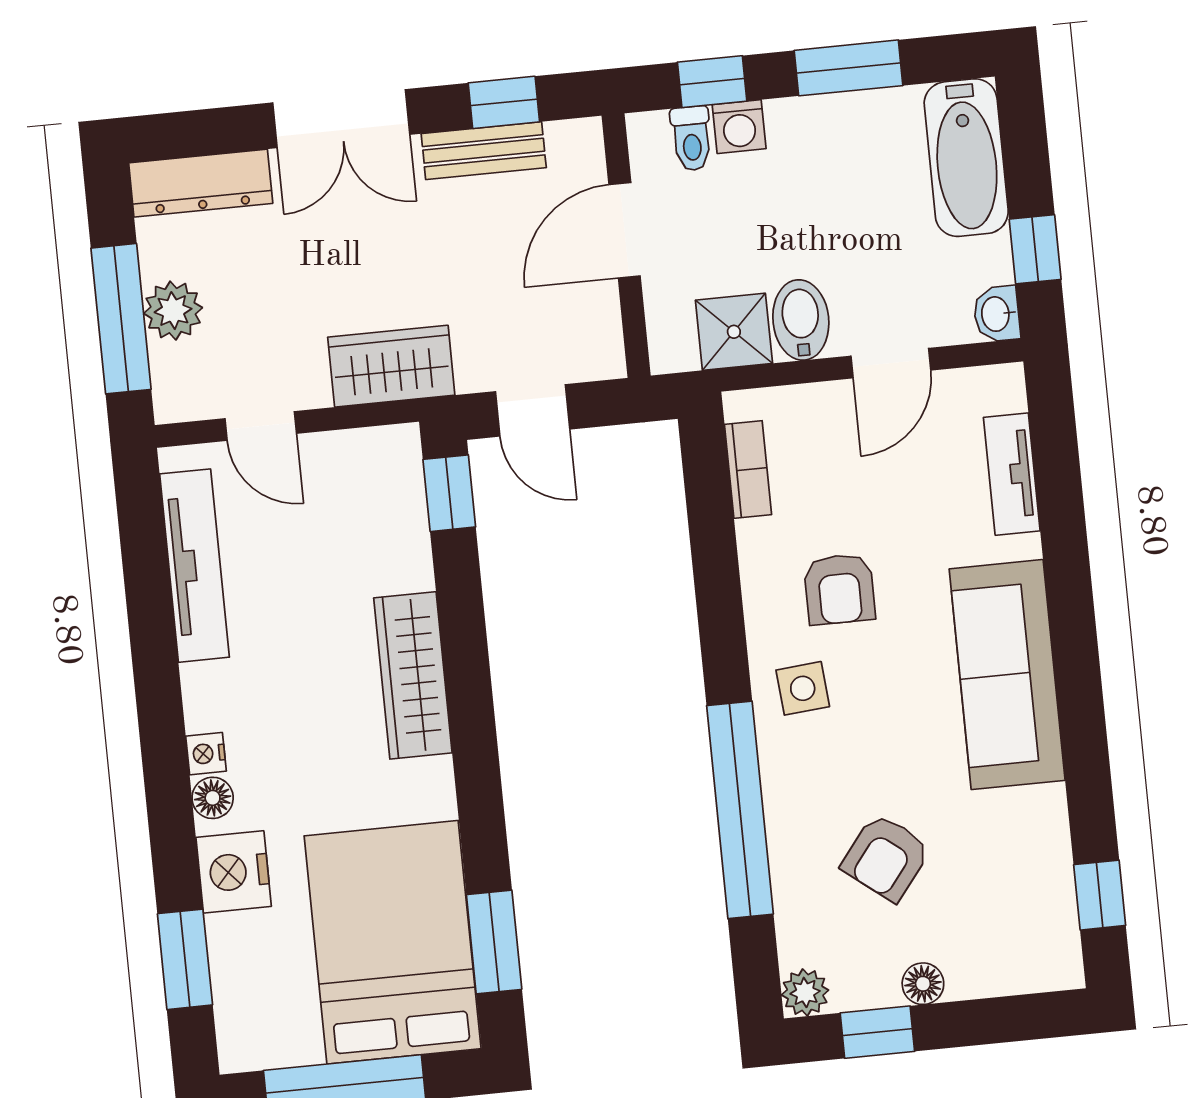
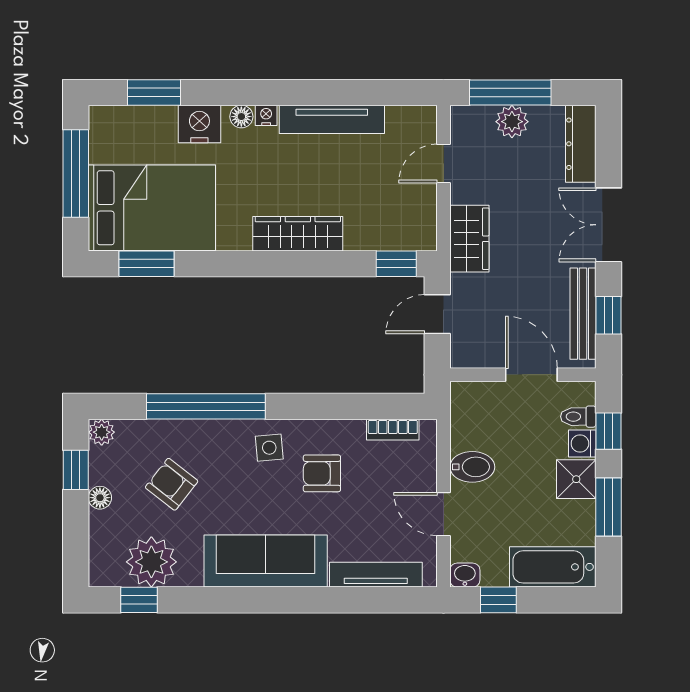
bench: (484, 151) -> (583, 314), width x1.36
shower: (734, 332) -> (576, 479), moved
tv unit: (1012, 474) -> (376, 575), width x1.41
tv unit: (194, 566) -> (332, 119), moved
plant: (1029, 880) -> (151, 562), added

